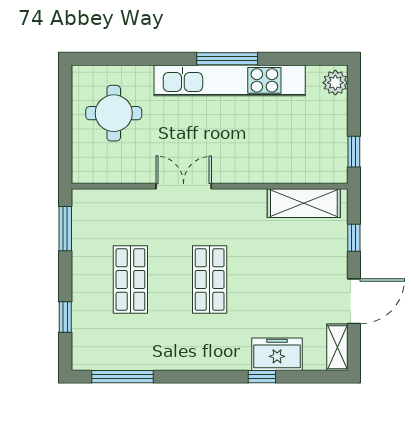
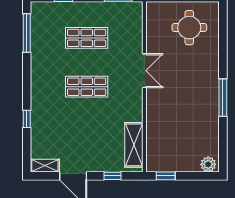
kitchen unit: (230, 80) -> (210, 99), removed
freezer: (277, 354) -> (41, 128), removed

